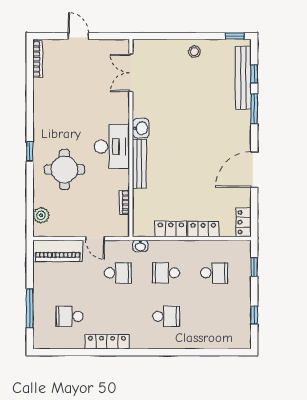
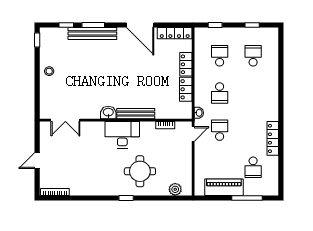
bench: (243, 78) -> (92, 34), moved
locker: (244, 222) -> (175, 33), width x1.53
door: (95, 238) -> (193, 134), moved
piano: (58, 251) -> (224, 187), moved, turned -90
school desk: (166, 316) -> (253, 56), moved

